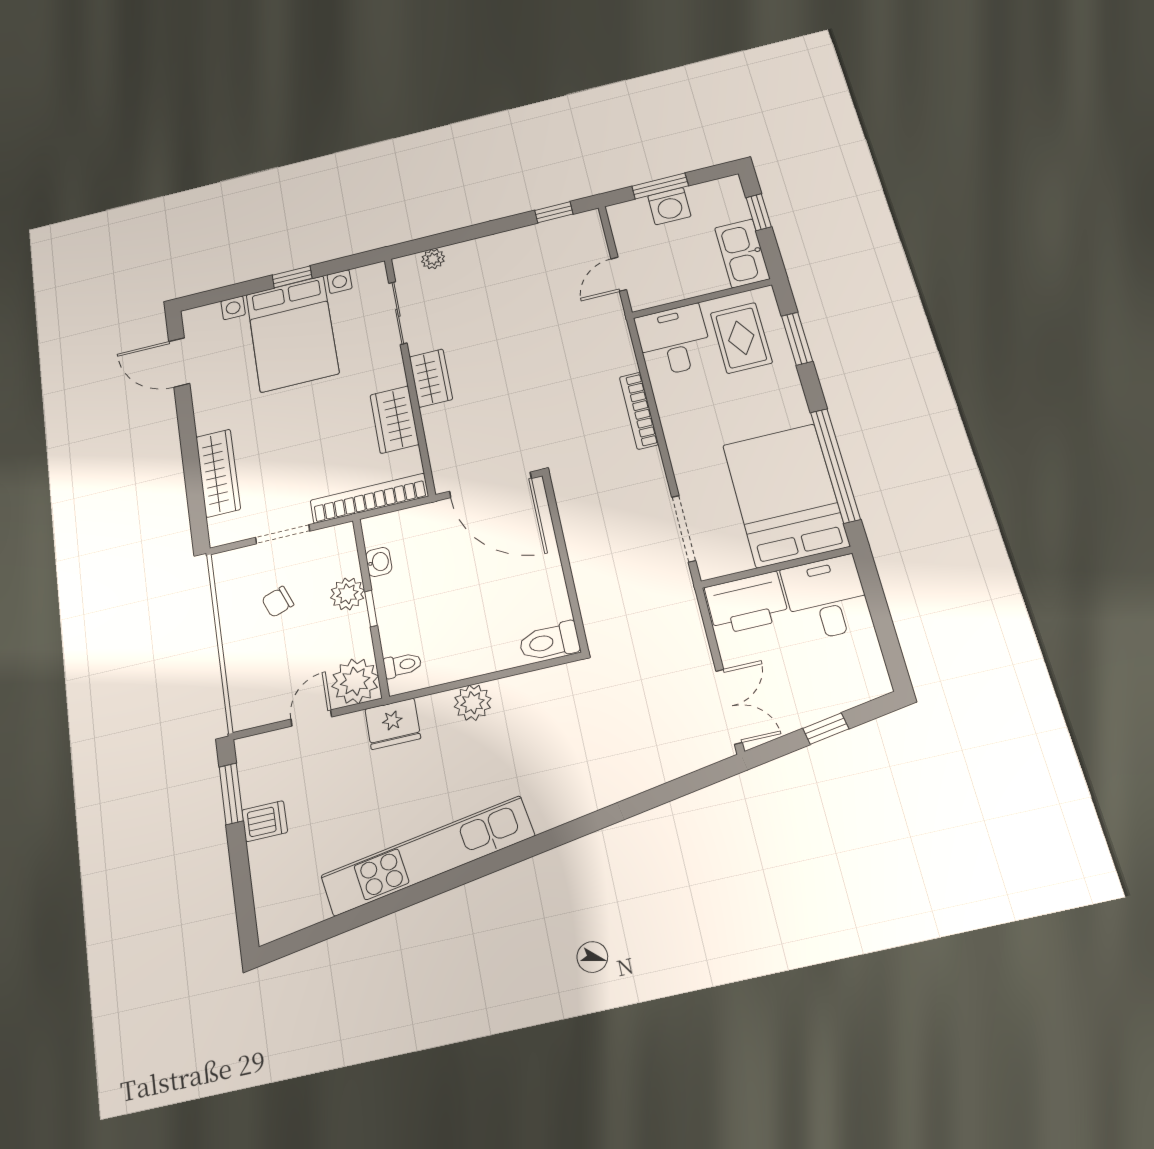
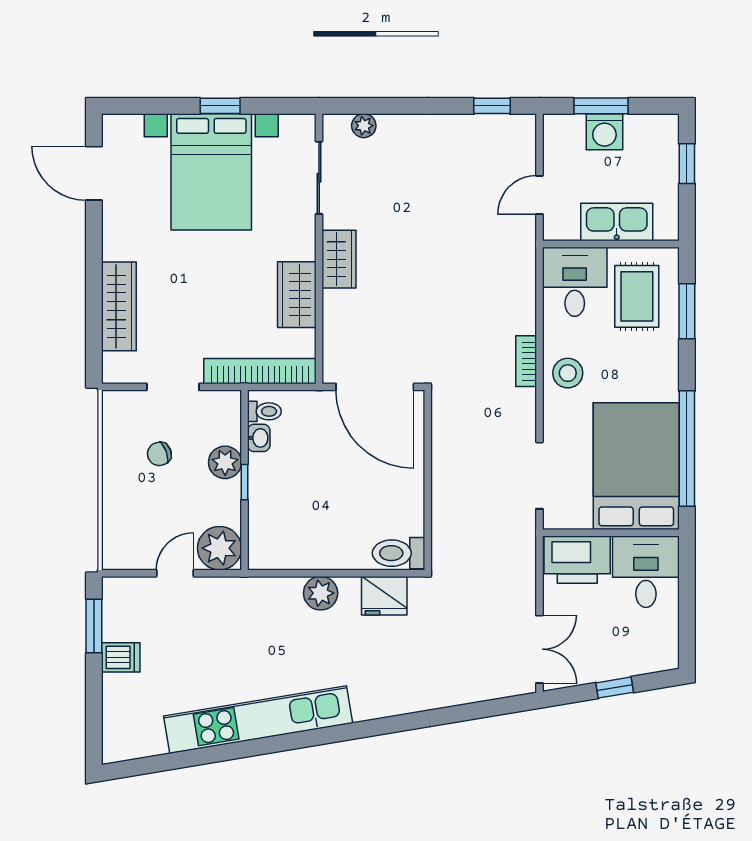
kitchen sink: (742, 253) -> (617, 222), moved, turned 90
bookcase: (639, 411) -> (526, 361), width x0.64
stool: (688, 424) -> (568, 373), added
toilet: (402, 665) -> (264, 411), moved
fridge: (393, 724) -> (384, 596), moved

